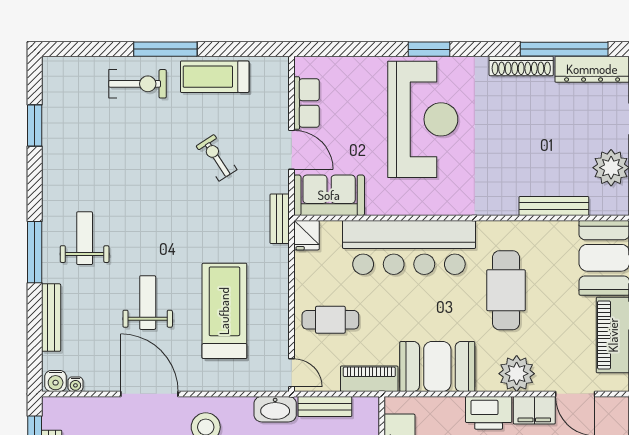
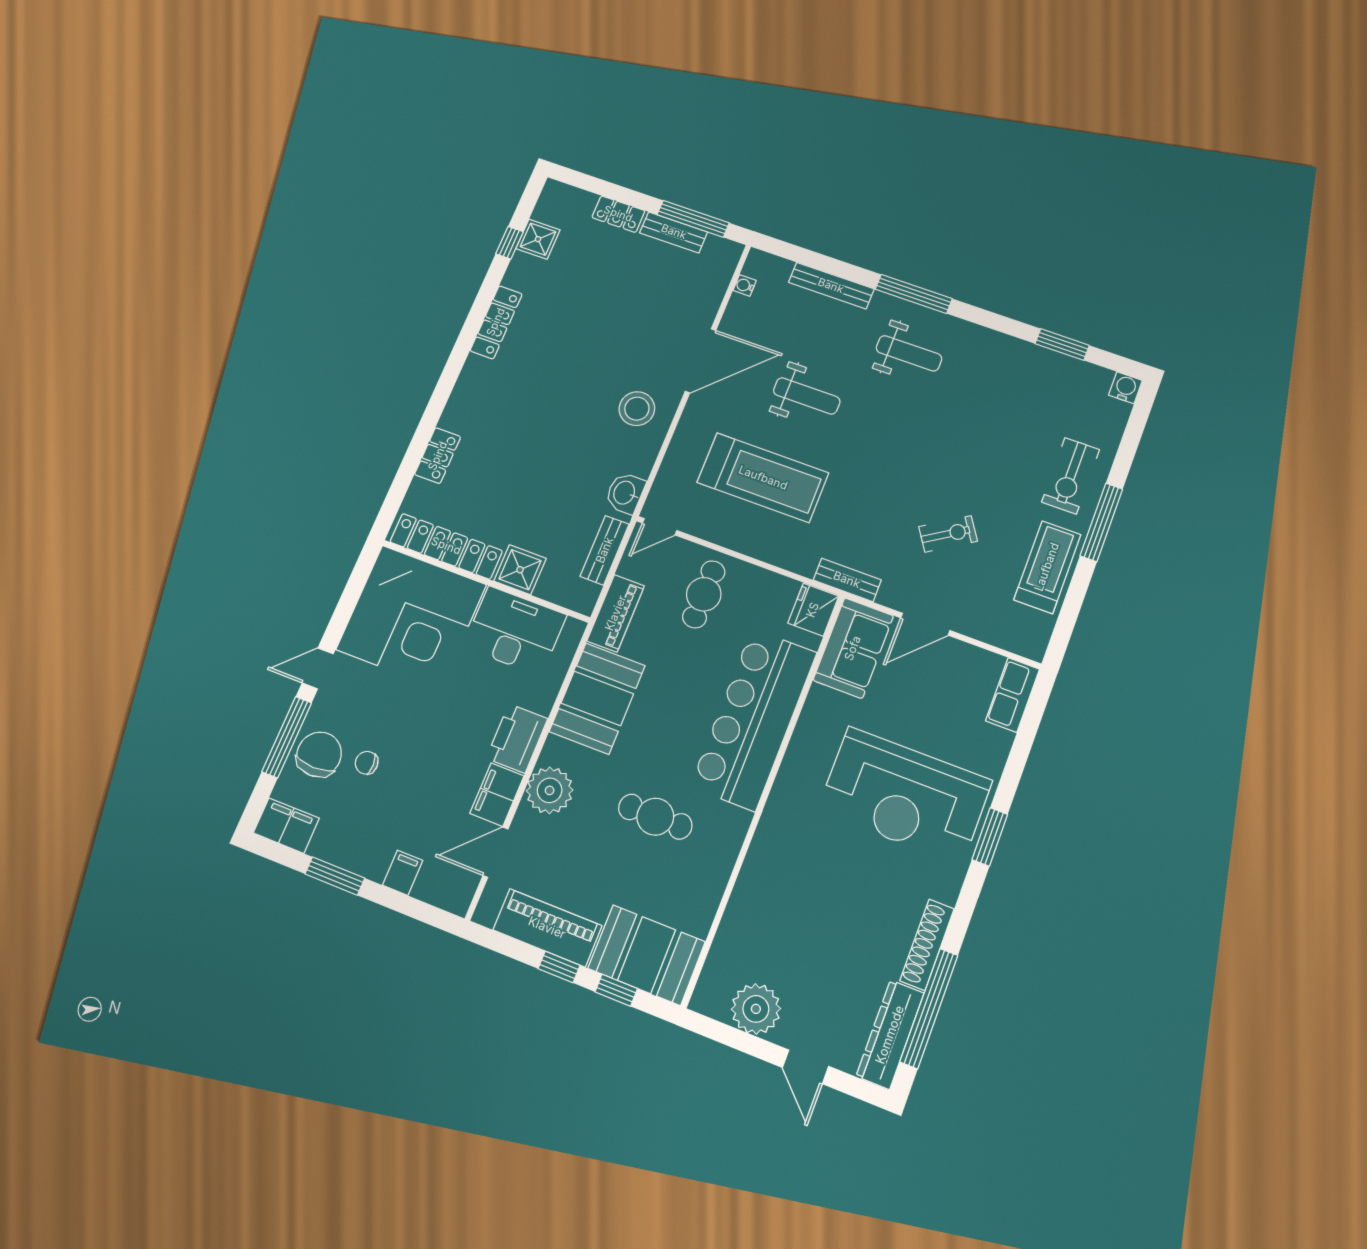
row of seats: (306, 103) -> (1013, 695), moved, turned 90
bench: (554, 206) -> (736, 917), removed
fridge: (307, 235) -> (813, 610), width x1.38
cafe table: (506, 290) -> (655, 817), width x0.73, depth x0.74
water cooler: (56, 381) -> (1125, 388), moved, turned 90
washbasin: (275, 409) -> (625, 493), width x0.72

